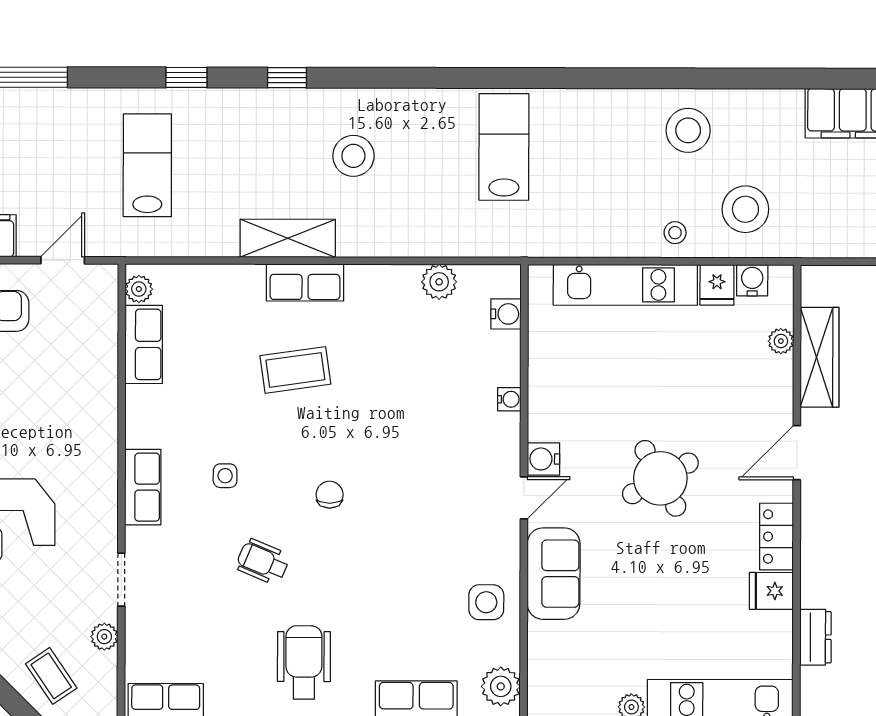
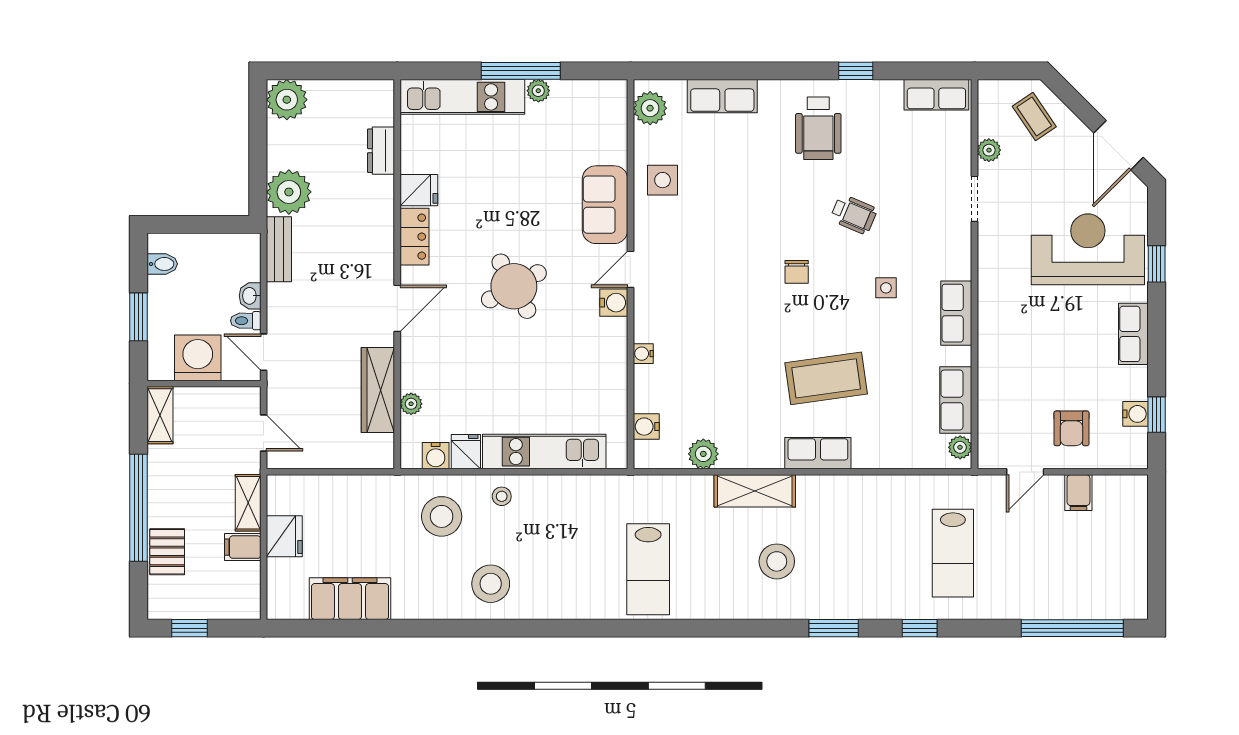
window: (287, 78) -> (834, 628), width x1.50
shelving: (288, 238) -> (755, 491), moved
coffee table: (295, 370) -> (826, 378), width x1.36, depth x1.32
row of seats: (143, 487) -> (956, 313), moved

